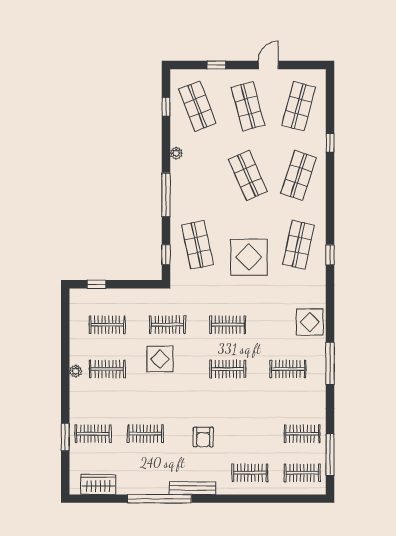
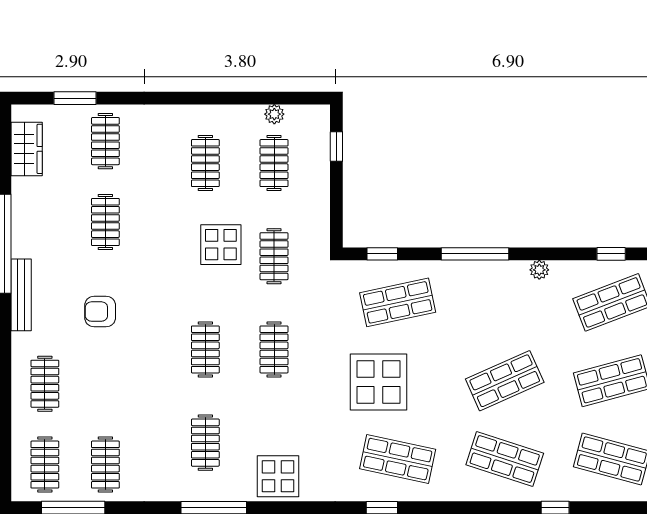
plant: (76, 371) -> (274, 114), moved
window: (65, 437) -> (75, 98), moved

